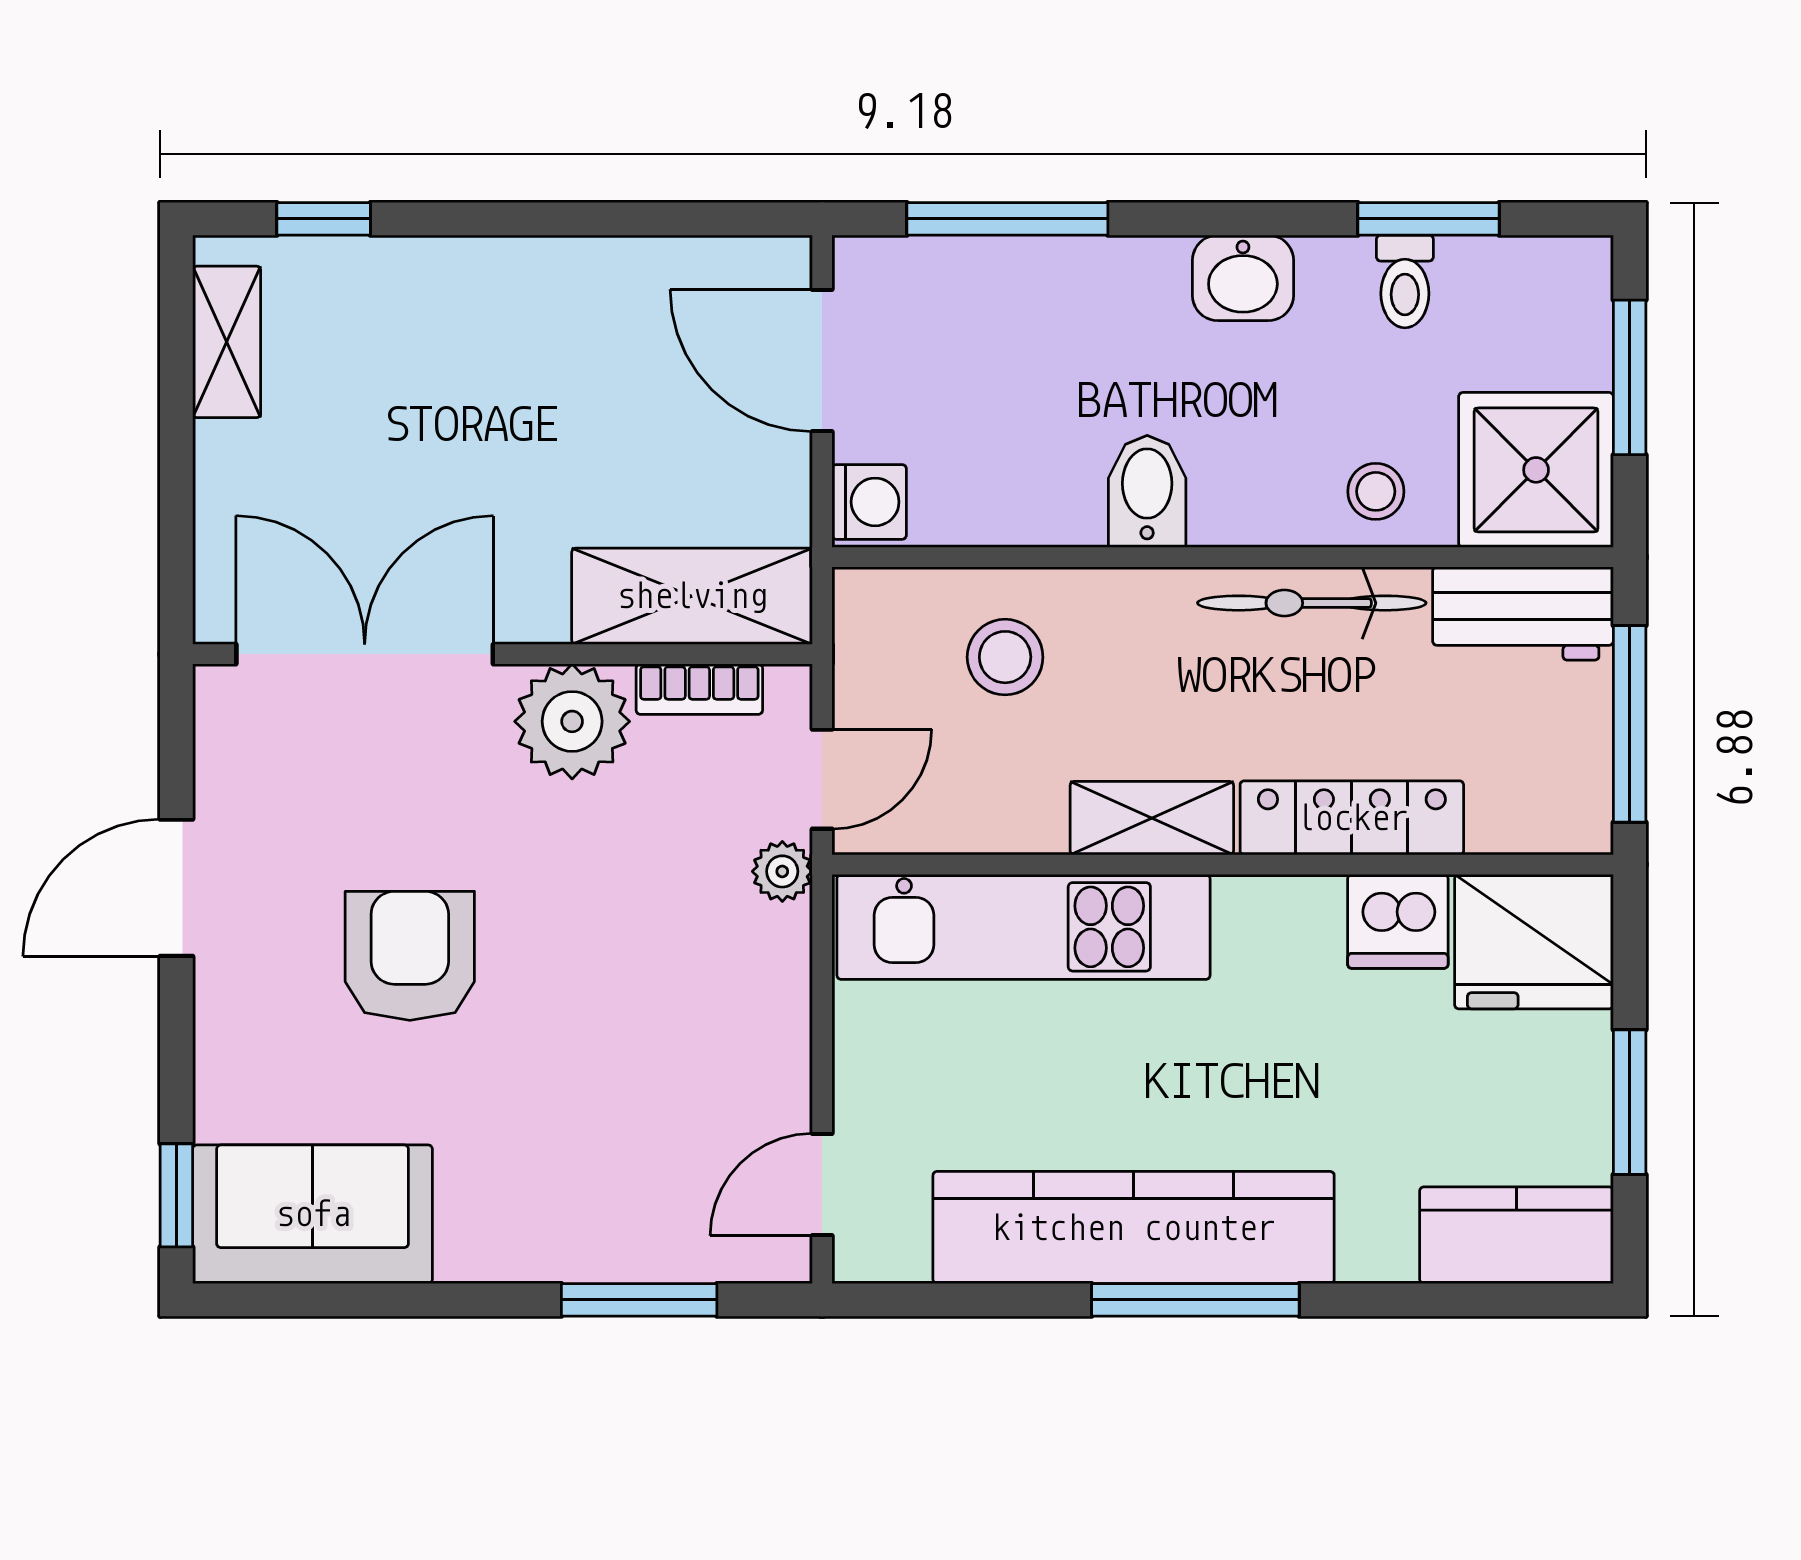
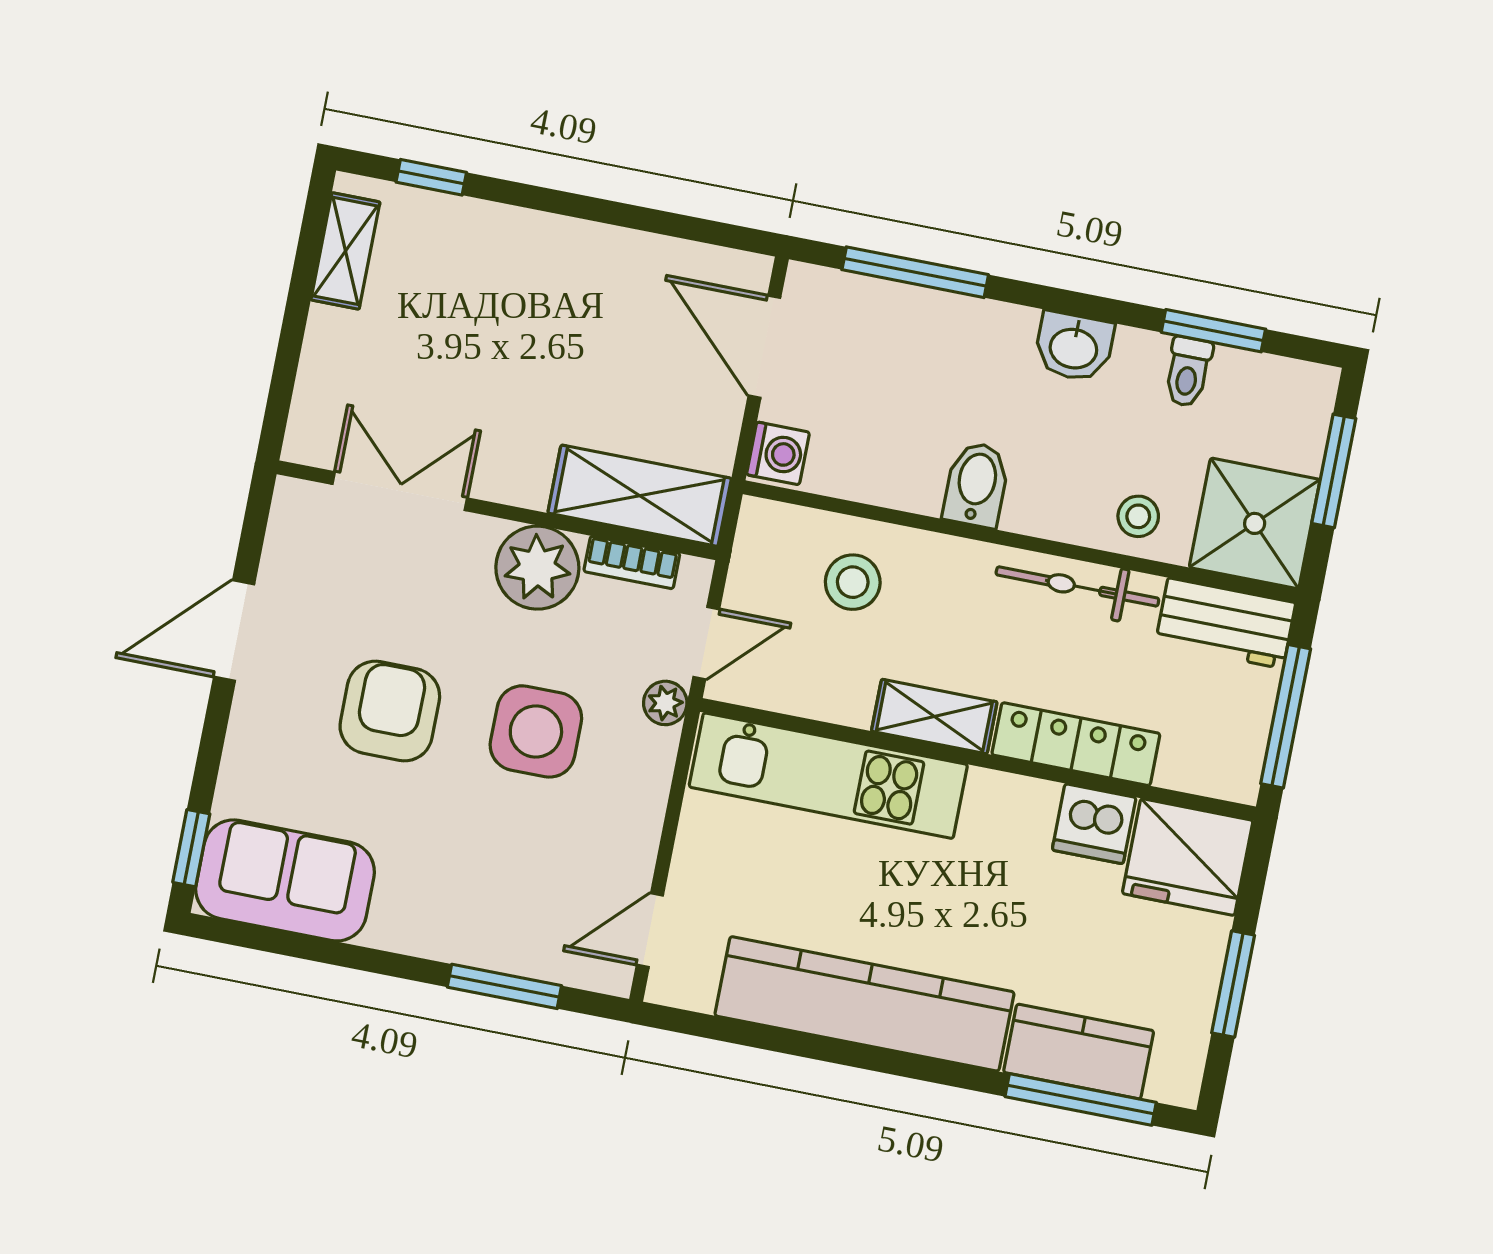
double door: (365, 654) -> (400, 491), width x0.73
side table: (614, 945) -> (536, 731), added
kitchen counter: (1517, 1235) -> (1079, 1052), moved
window: (1195, 1300) -> (1081, 1099), moved

